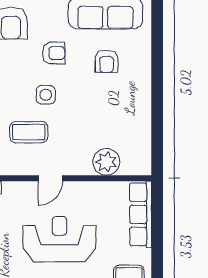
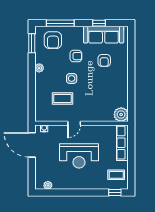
plant: (106, 162) -> (121, 115), moved
reception desk: (59, 239) -> (79, 156), turned 180

